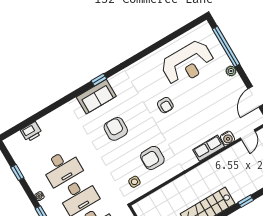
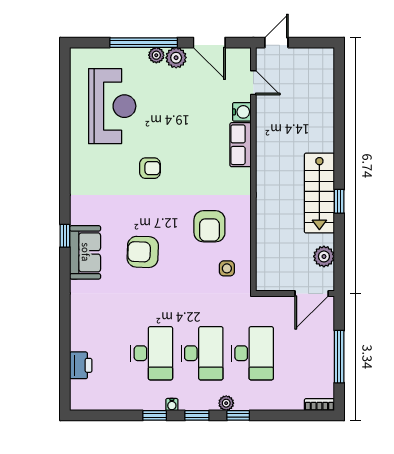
window: (226, 47) -> (144, 43), moved
plant: (236, 83) -> (176, 58), added
window: (17, 172) -> (155, 415), moved
window: (246, 201) -> (339, 137), removed

